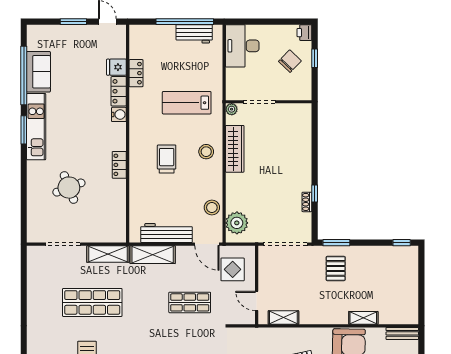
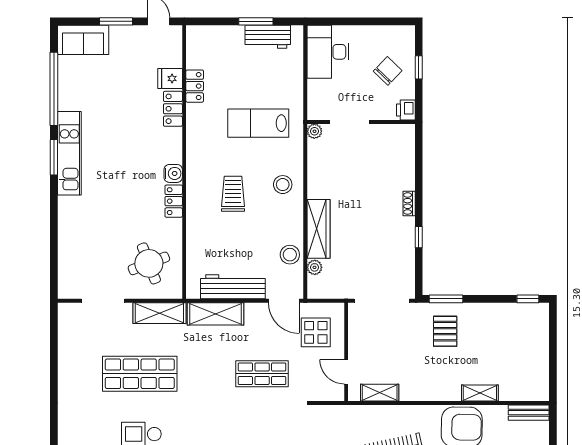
window: (185, 22) -> (256, 21), width x0.47
printer: (304, 33) -> (406, 110), moved
sofa: (38, 72) -> (83, 40), moved, turned 90
water cooler: (119, 114) -> (173, 173), moved
wardrobe: (235, 149) -> (318, 229), moved
round table: (69, 188) -> (149, 263), moved
shoe rack: (307, 202) -> (409, 203), moved
plant: (237, 223) -> (315, 267), width x0.53, depth x0.53

